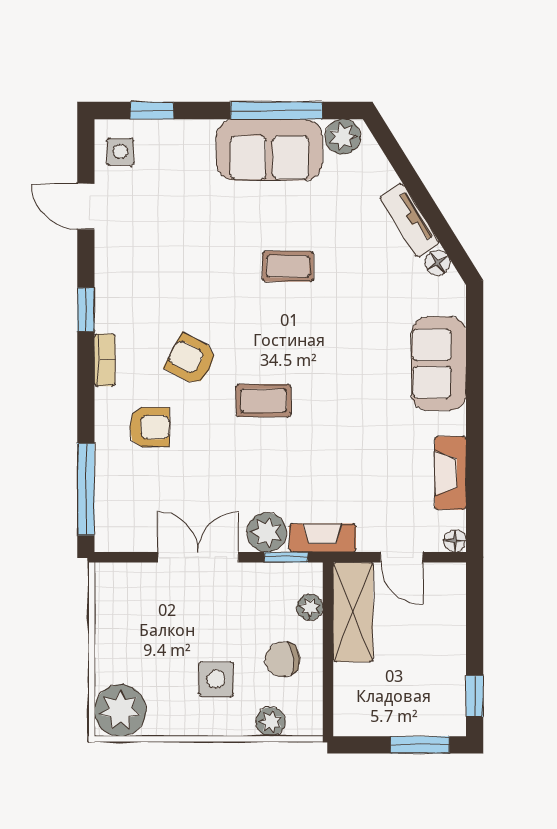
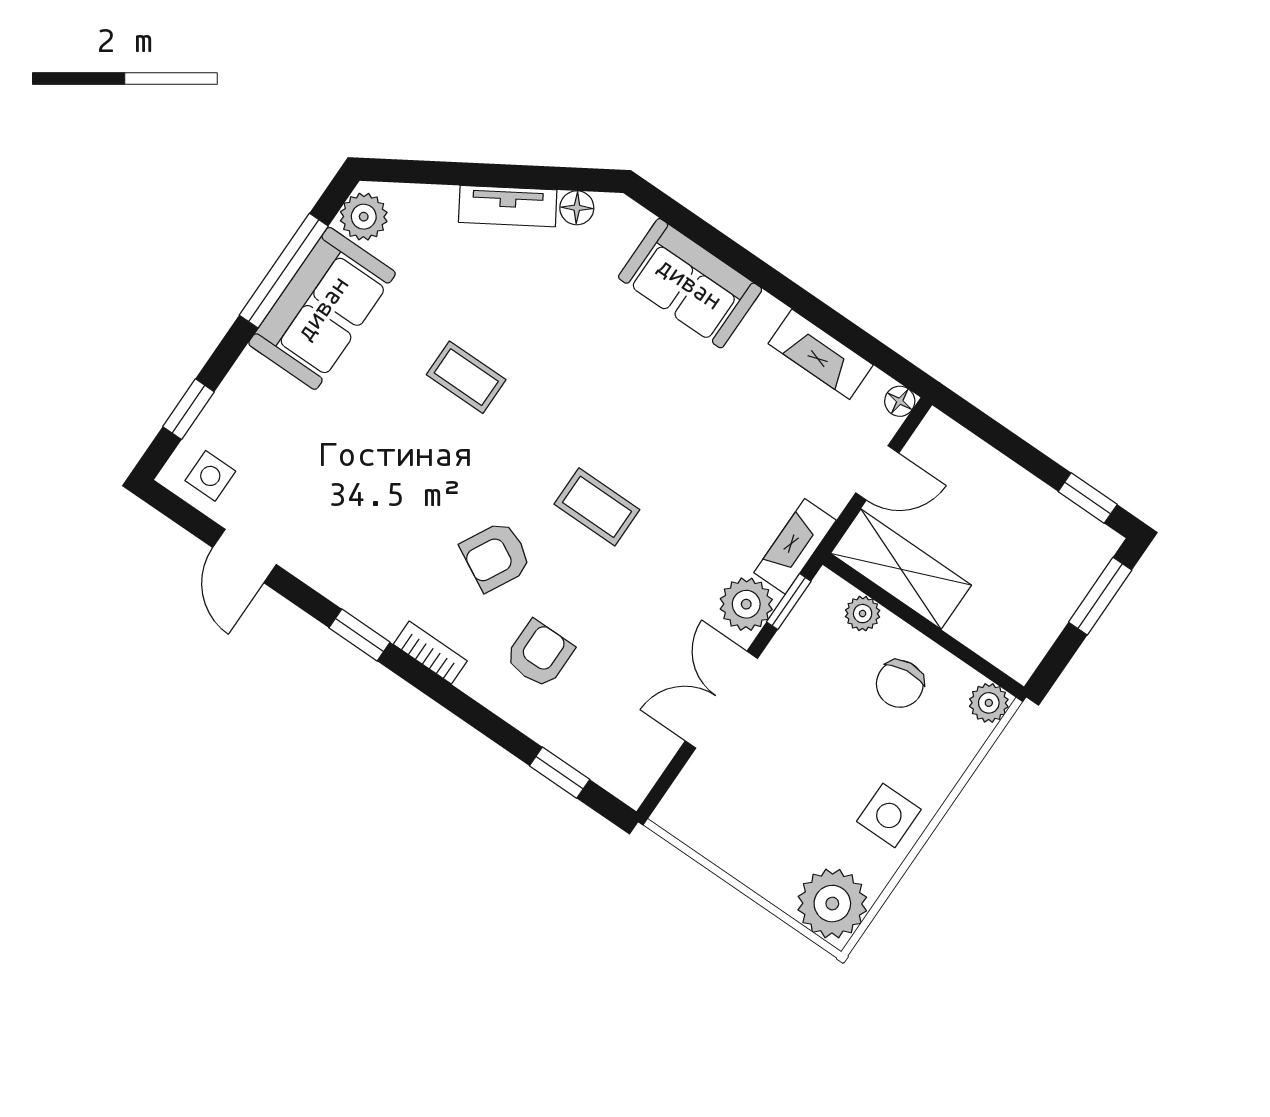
door: (86, 206) -> (245, 556), hinge flipped
coffee table: (288, 266) -> (466, 377), turned 90
coffee table: (264, 401) -> (597, 507), turned 90
window: (86, 489) -> (560, 773), width x0.46
side table: (216, 679) -> (889, 815), moved
plant: (271, 722) -> (989, 703), moved

